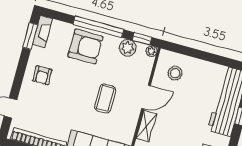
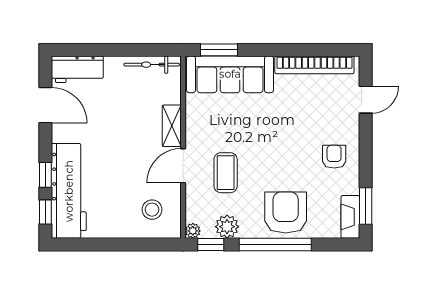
armchair: (85, 46) -> (286, 213), turned 90
coffee table: (105, 99) -> (226, 173), moved

